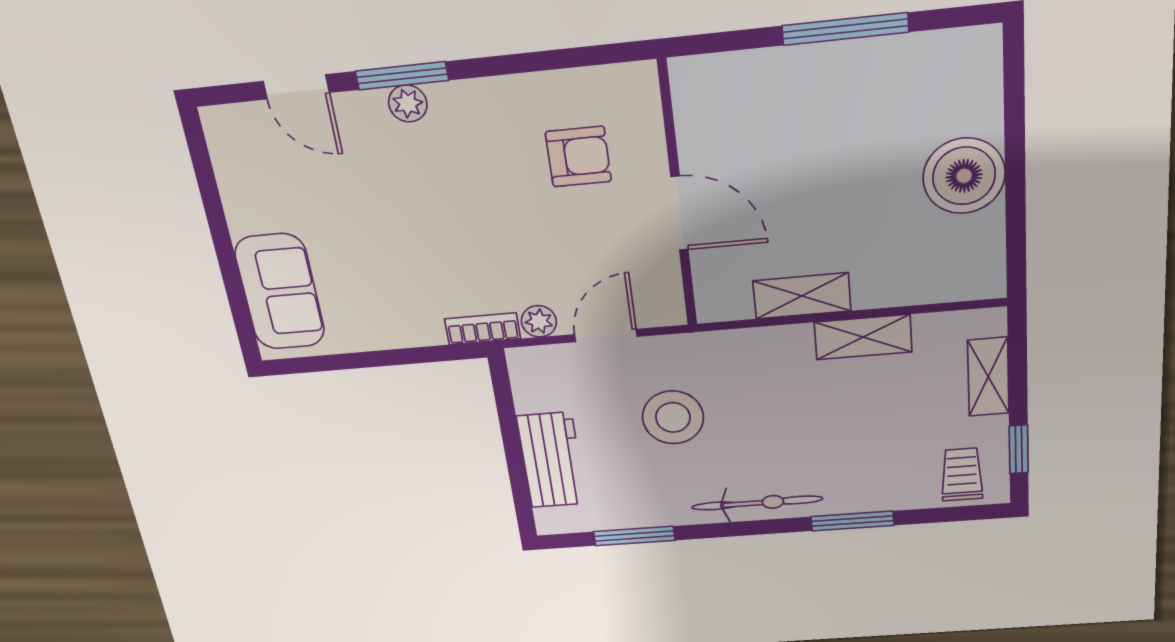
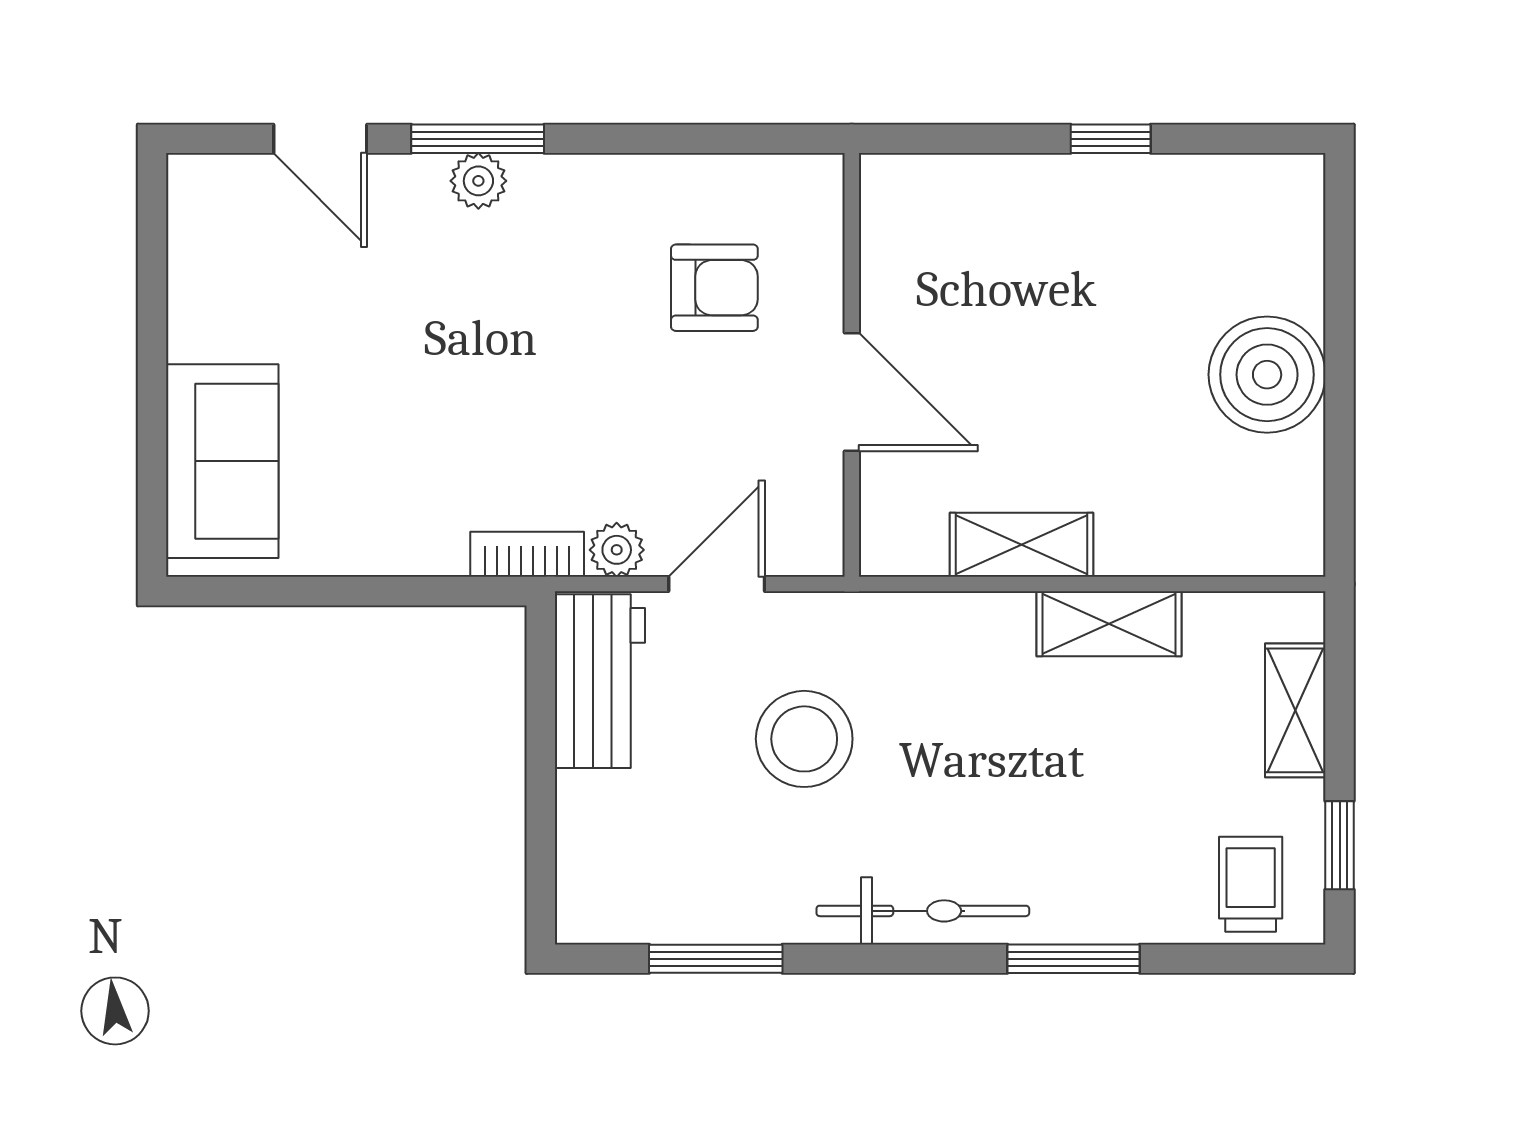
window: (845, 29) -> (1111, 139), width x0.46
workbench: (551, 460) -> (600, 681), moved

